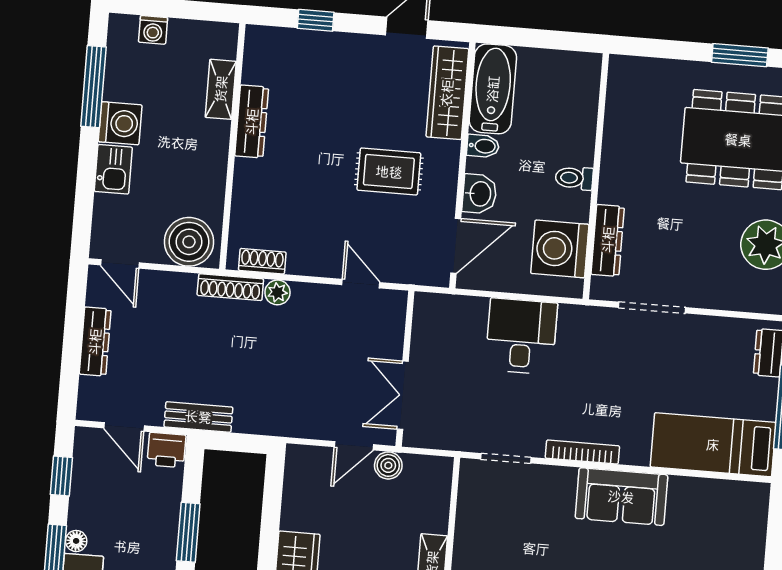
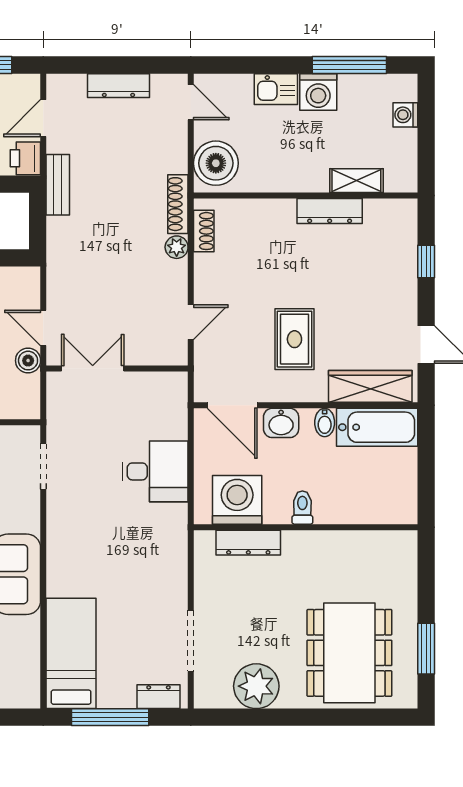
door: (120, 264) -> (191, 102), swing flipped
doorway: (652, 308) -> (191, 641), moved
bookcase: (582, 452) -> (55, 535), removed

